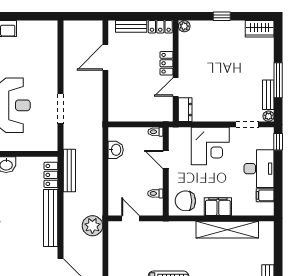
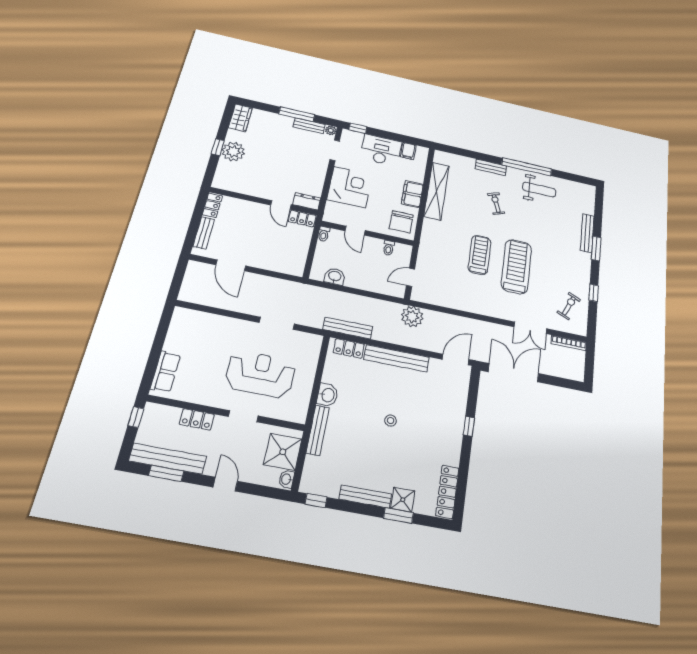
plant: (184, 26) -> (233, 152), moved, width x1.87, depth x1.87
locker: (167, 63) -> (302, 218), moved
door: (166, 160) -> (355, 231), hinge flipped

